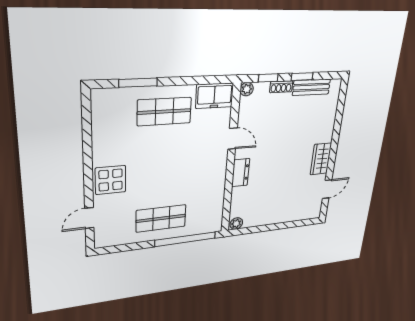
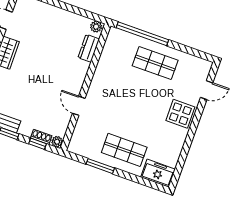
window: (138, 83) -> (100, 166), moved
shoe rack: (281, 87) -> (41, 137), moved
freezer: (215, 96) -> (158, 173), moved
dresser: (241, 173) -> (89, 48), moved

